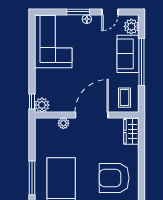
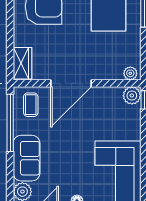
window: (141, 62) -> (10, 123), moved
plant: (63, 123) -> (130, 73), moved

